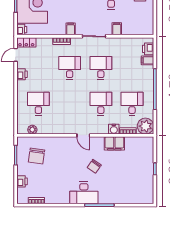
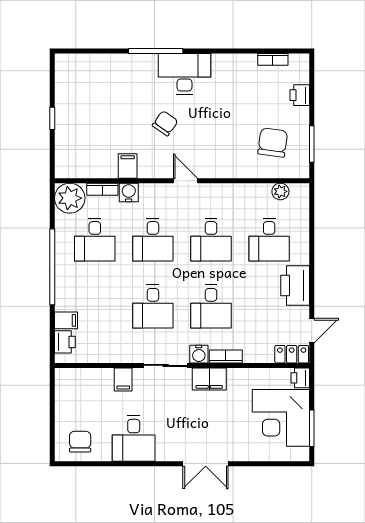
filing cabinet: (71, 29) -> (209, 379), width x2.00
water cooler: (76, 42) -> (199, 354), added
printer: (22, 74) -> (295, 285), width x1.87, depth x1.48
desk: (70, 104) -> (211, 240), added
filing cabinet: (114, 143) -> (128, 166), width x0.50

